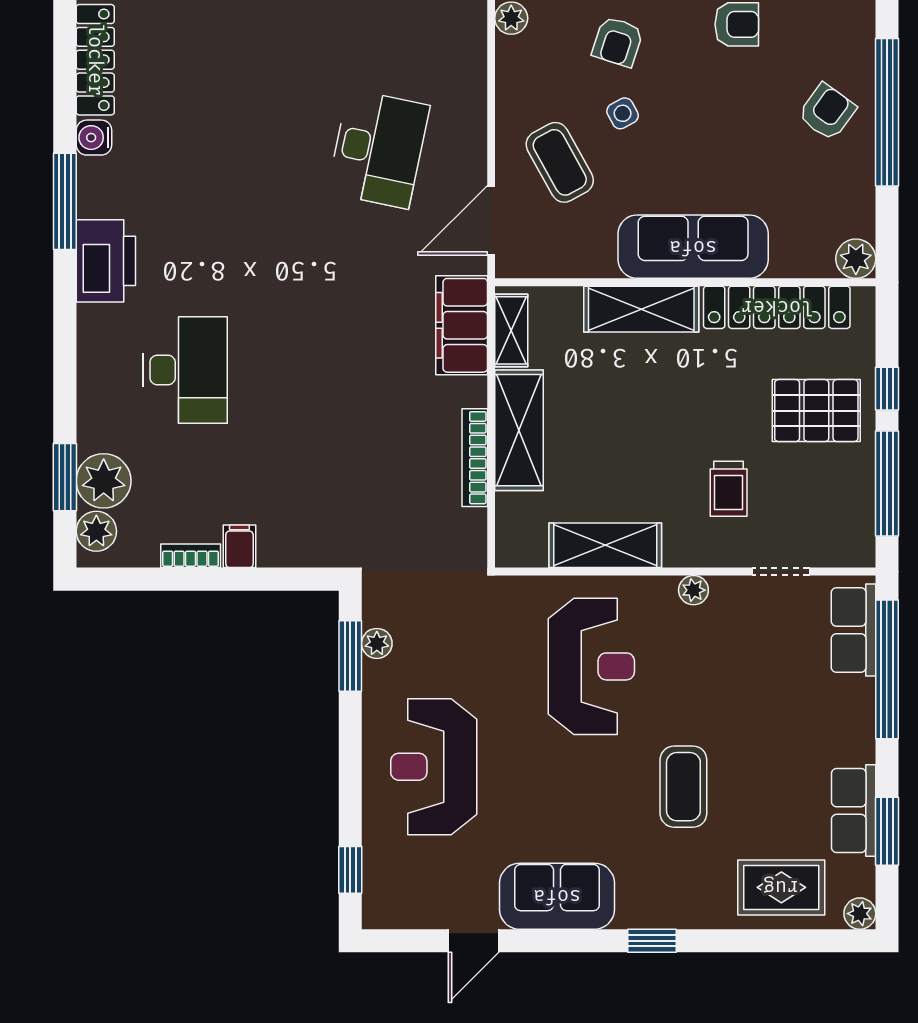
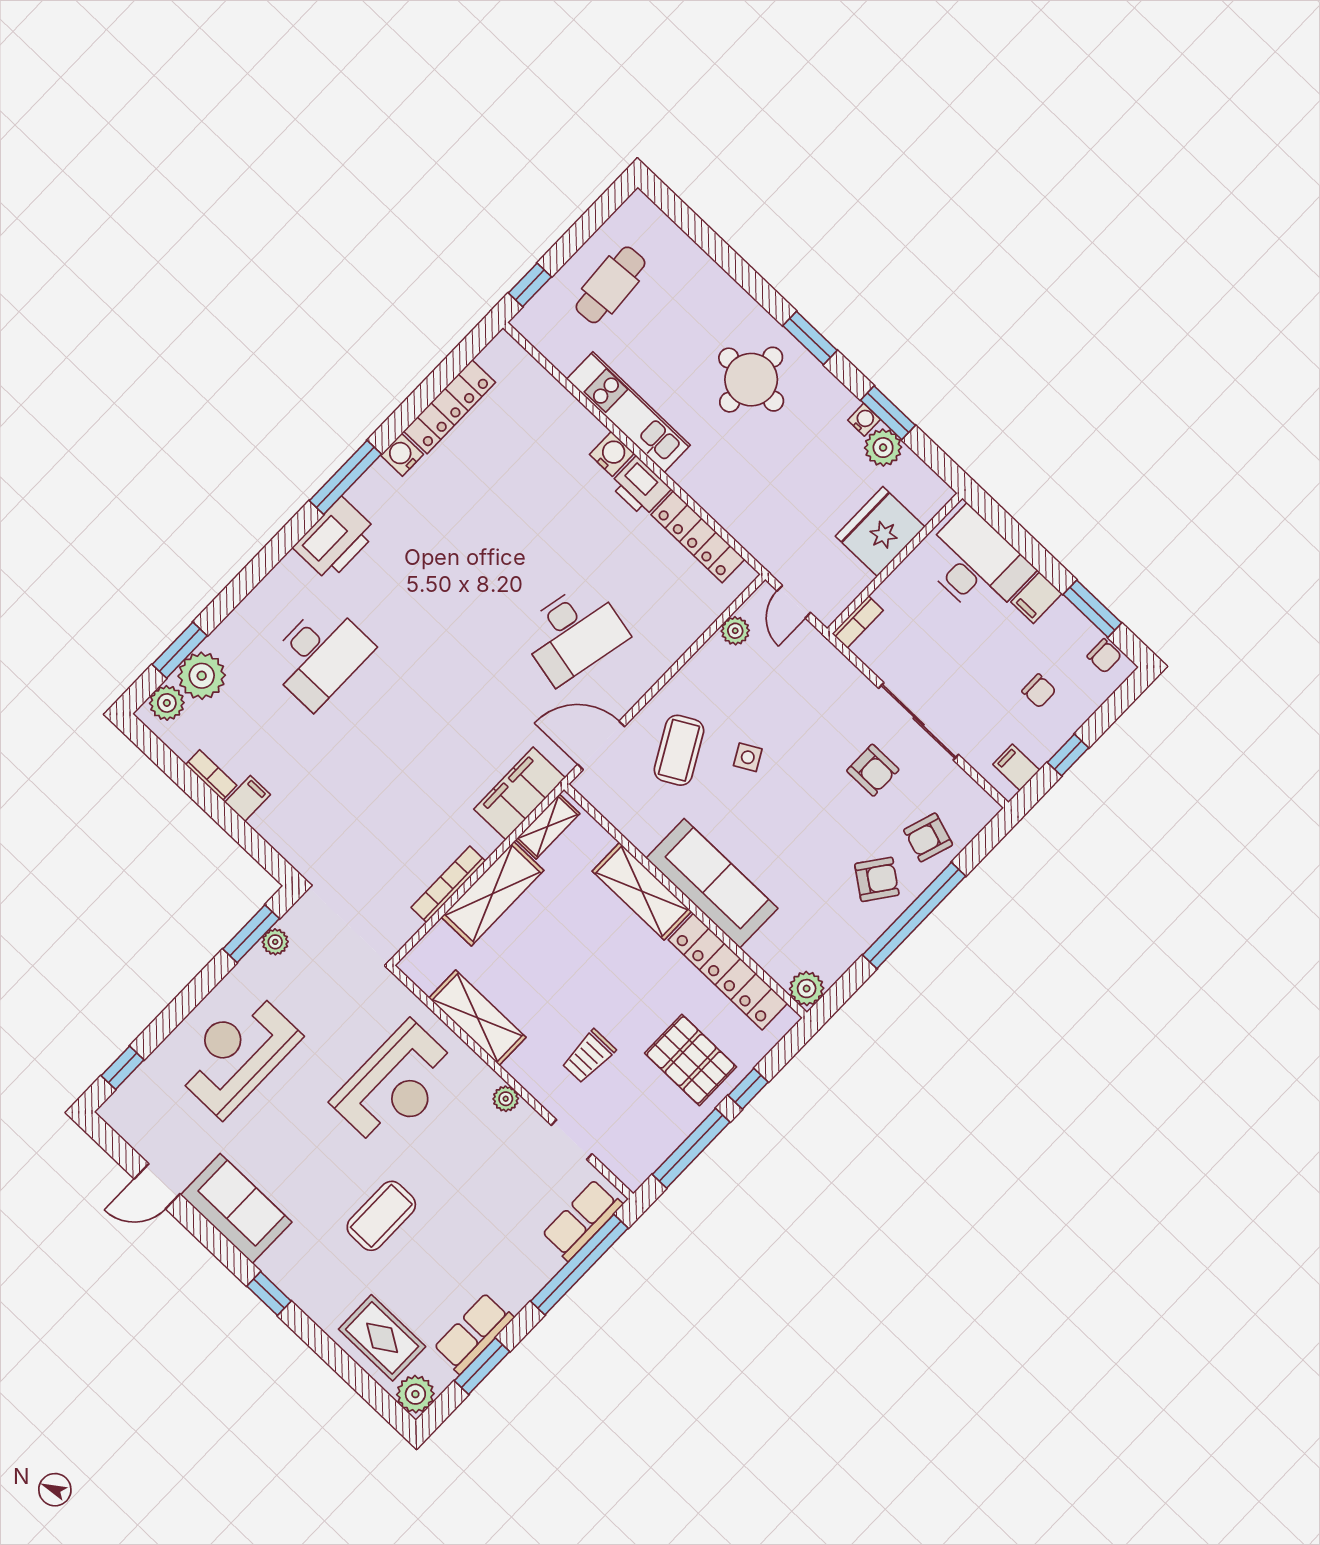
armchair: (618, 42) -> (928, 837), moved
plant: (860, 914) -> (415, 1394), width x1.38, depth x1.38

